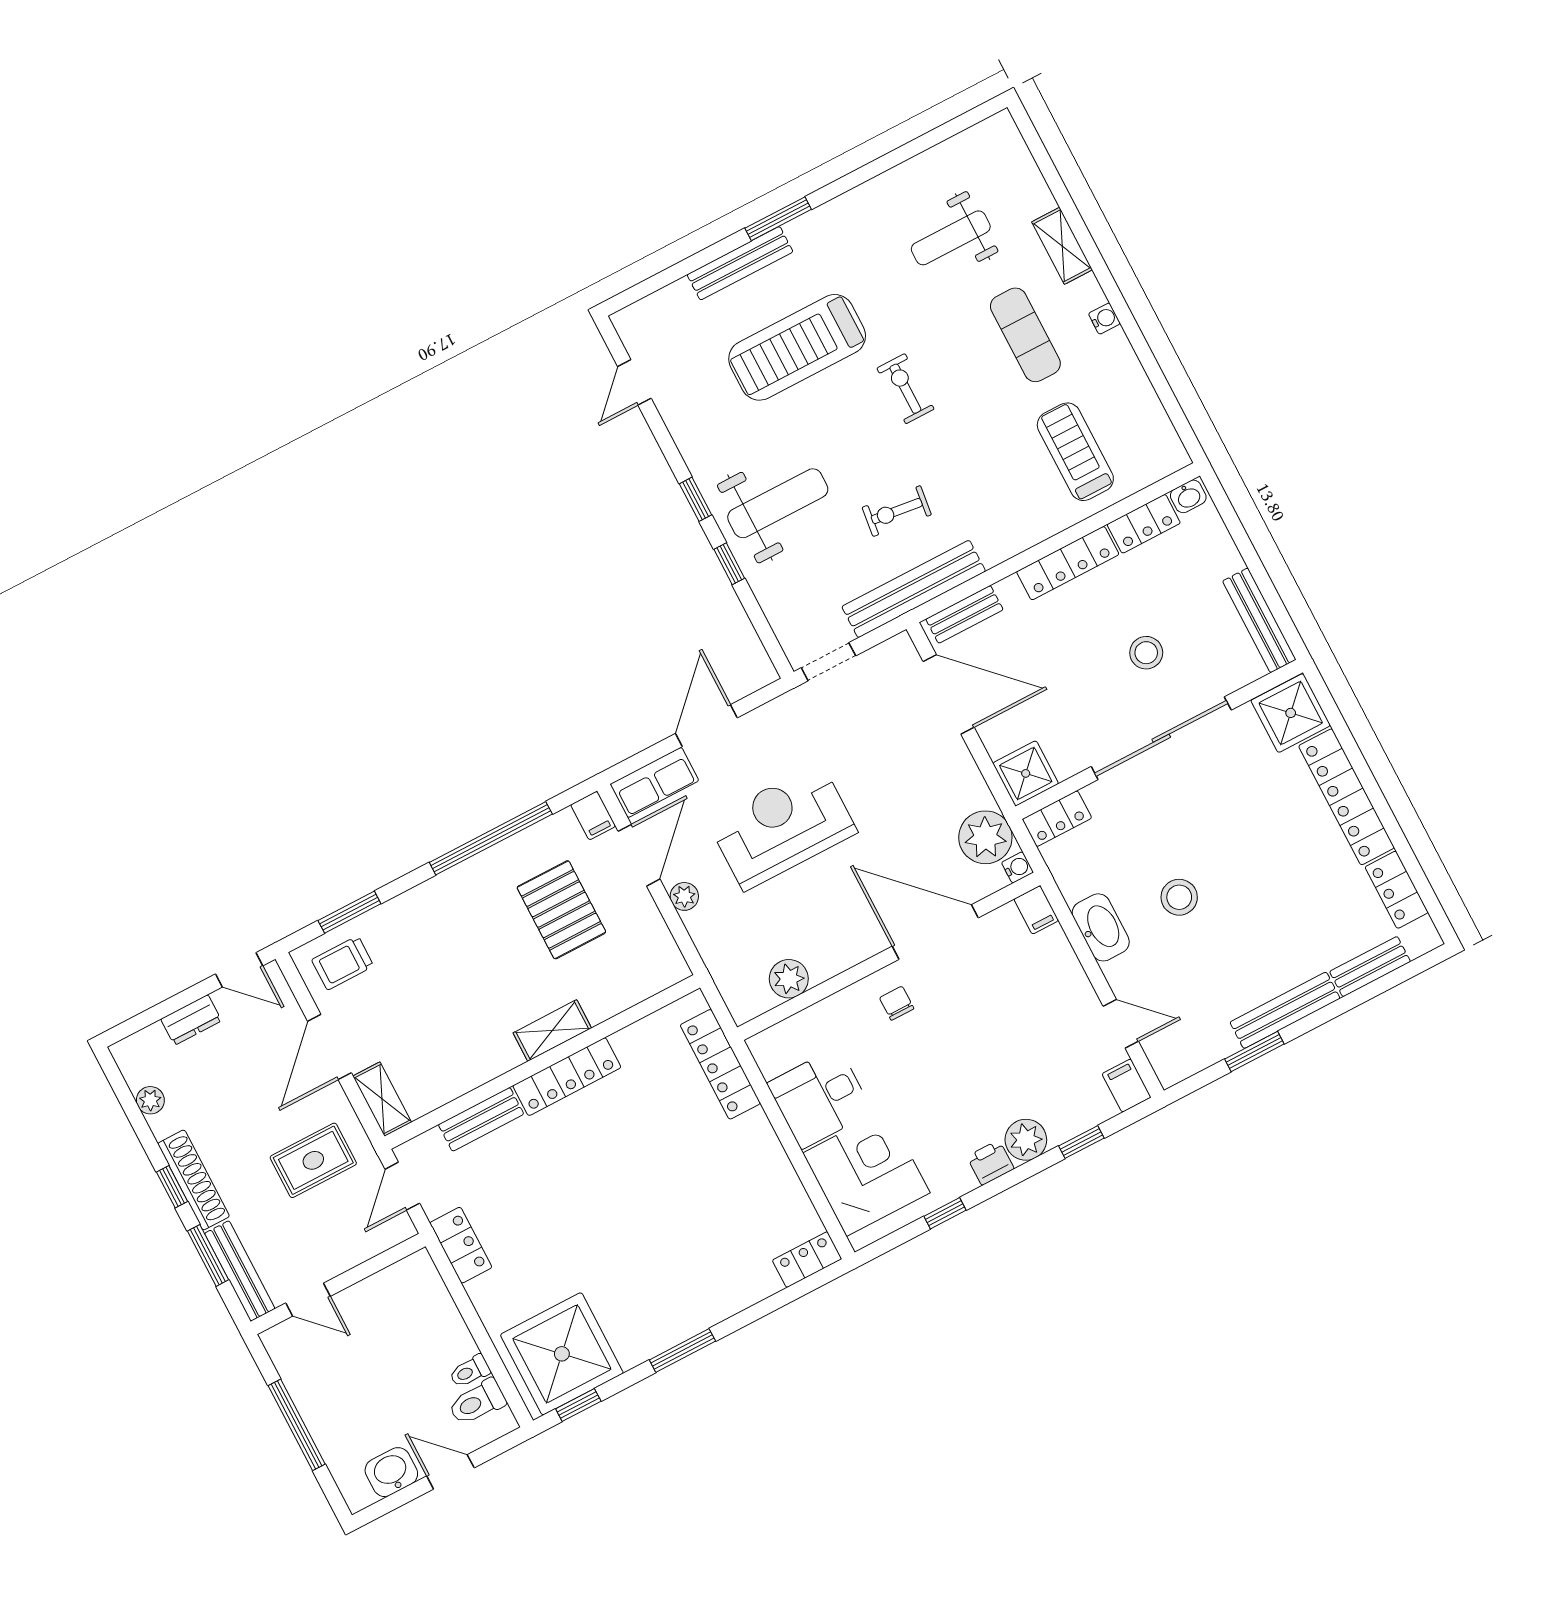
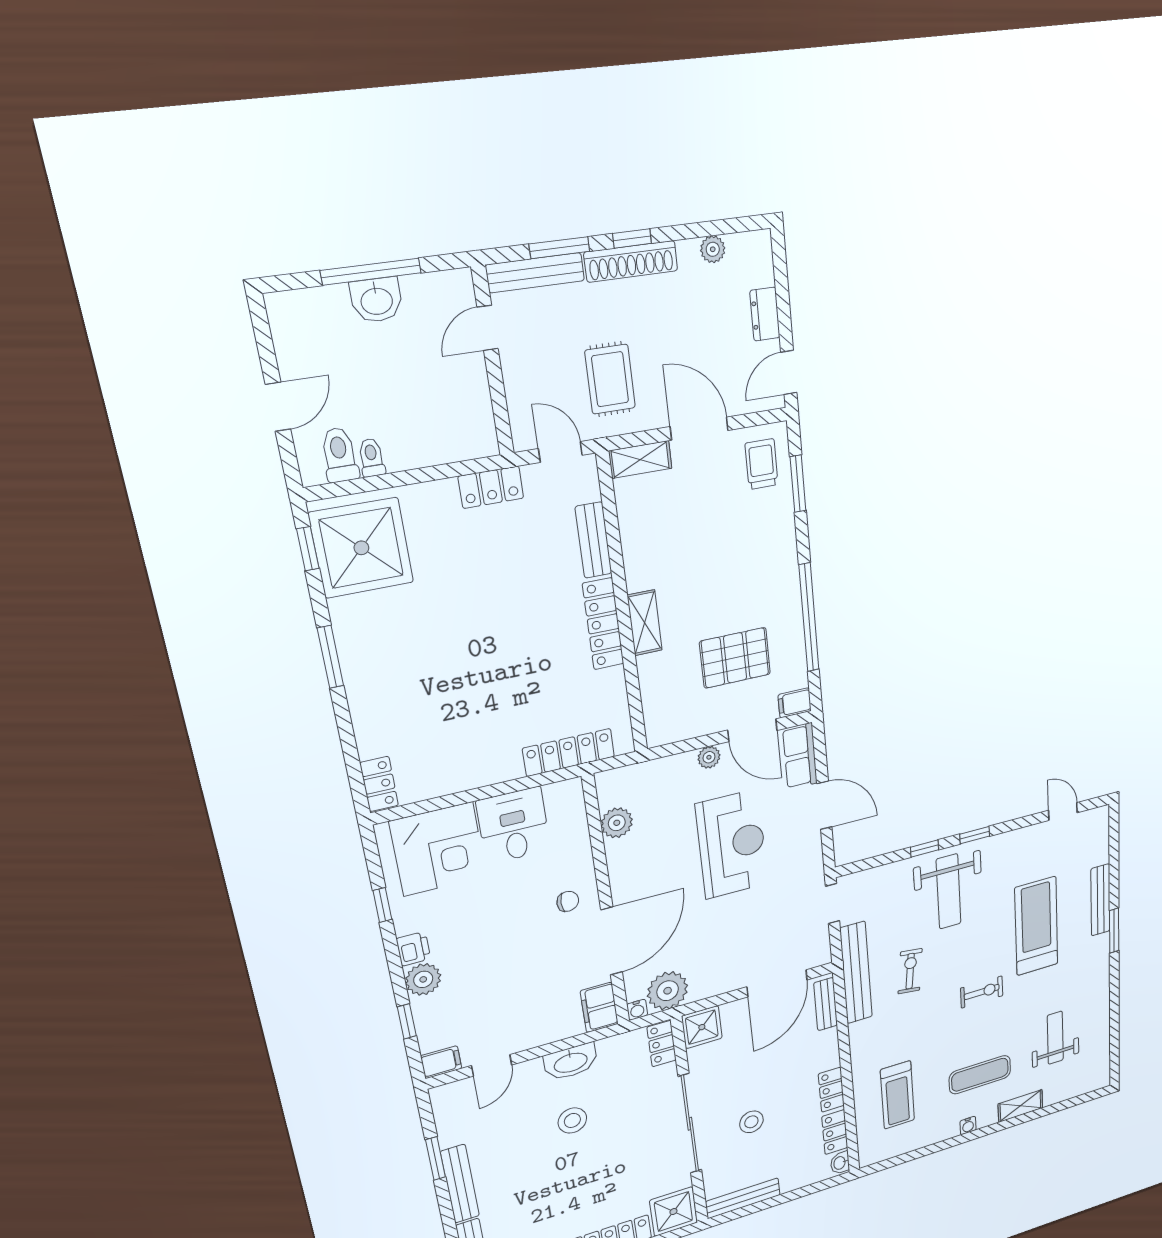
treadmill: (1075, 452) -> (897, 1095), turned 90
locker: (1068, 563) -> (831, 1090), width x0.66
filing cabinet: (1036, 910) -> (599, 1007), width x2.00
washbasin: (391, 1472) -> (376, 300), moved, turned 90

